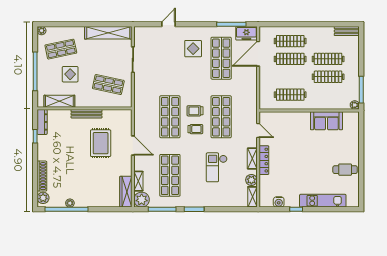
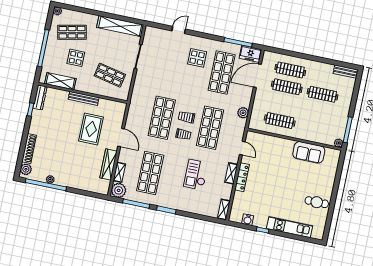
clothes rail: (328, 77) -> (319, 111), removed
plant: (251, 180) -> (243, 113), moved
wardrobe: (126, 192) -> (109, 165), moved

